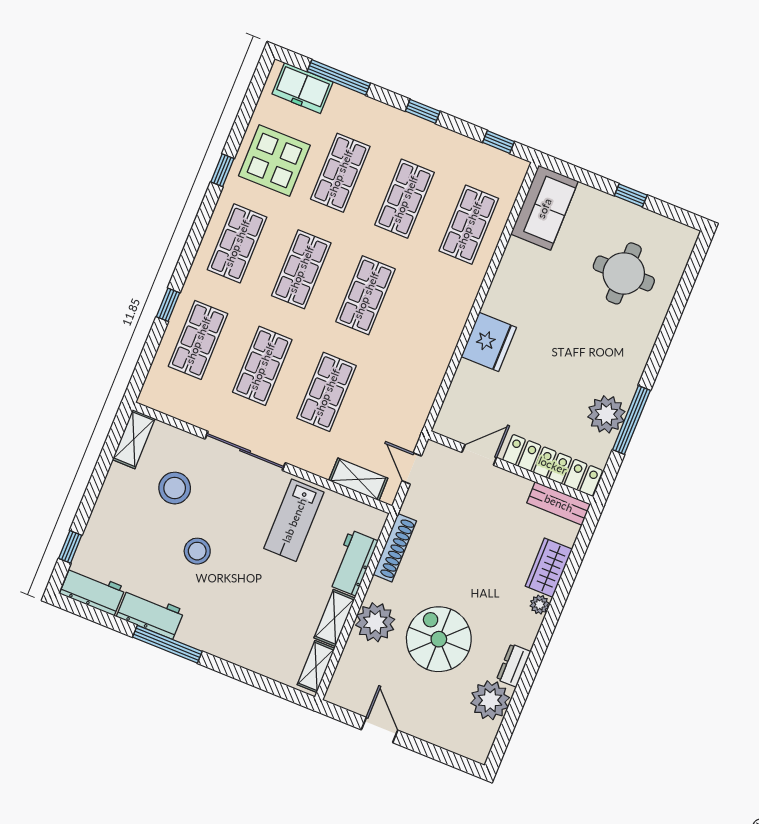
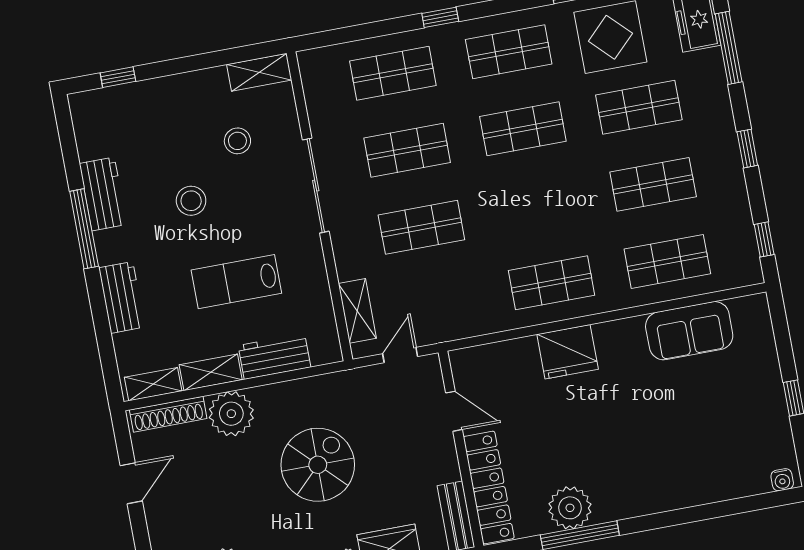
sofa: (544, 208) -> (689, 331), moved
water cooler: (686, 243) -> (782, 480), added
round table: (624, 273) -> (715, 439), removed
shop shelf: (366, 295) -> (552, 283), moved
window: (168, 305) -> (440, 17), moved
stool: (175, 488) -> (237, 141), width x0.73, depth x0.73
lab bench: (294, 520) -> (236, 282), moved
shoe rack: (395, 548) -> (168, 414), moved
workbench: (92, 591) -> (122, 297), moved
spiral stairs: (439, 639) -> (318, 465), moved

